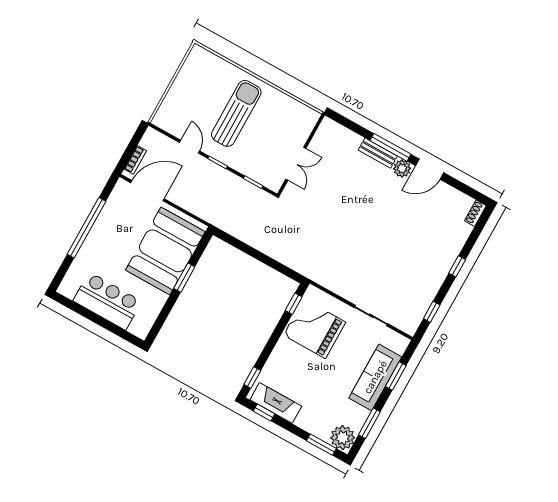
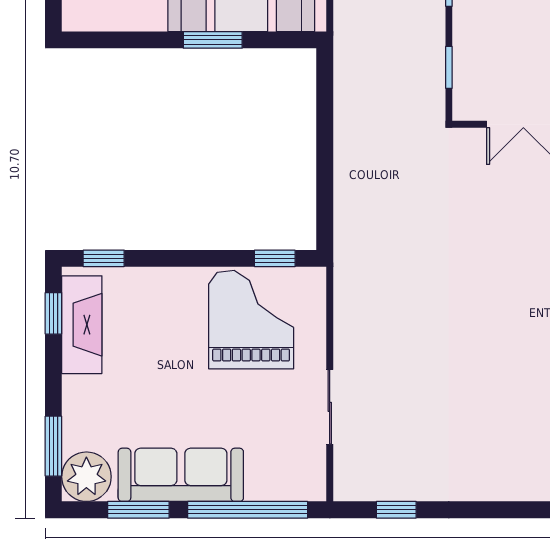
window: (457, 266) -> (501, 510), removed
window: (396, 376) -> (248, 510), width x2.11
sofa: (375, 377) -> (181, 475), moved

